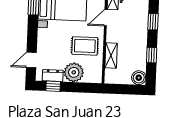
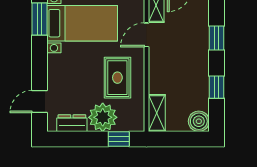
rug: (85, 46) -> (117, 78), turned 90
shelving: (111, 55) -> (157, 113), moved
window: (53, 86) -> (119, 139), moved

